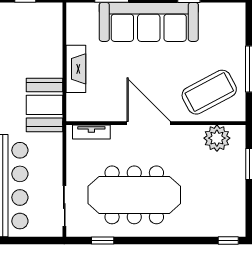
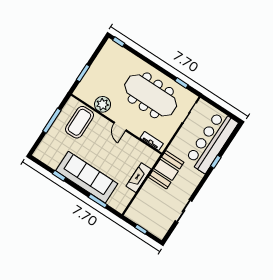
coffee table: (209, 92) -> (79, 122), turned -62
door: (149, 123) -> (120, 127), width x0.53
plant: (217, 138) -> (103, 104), moved

